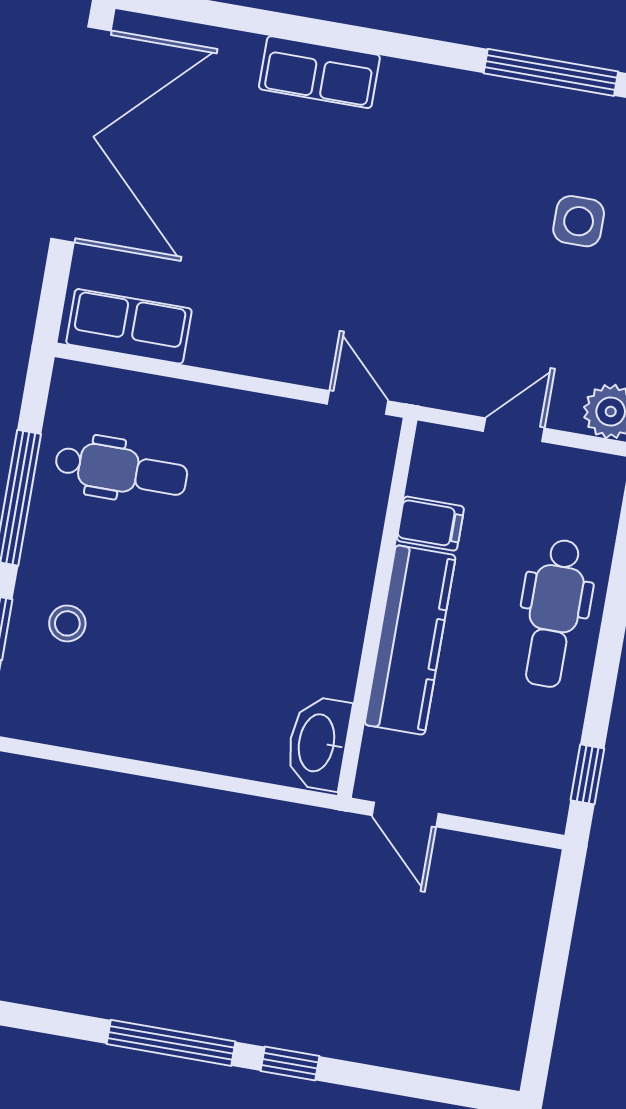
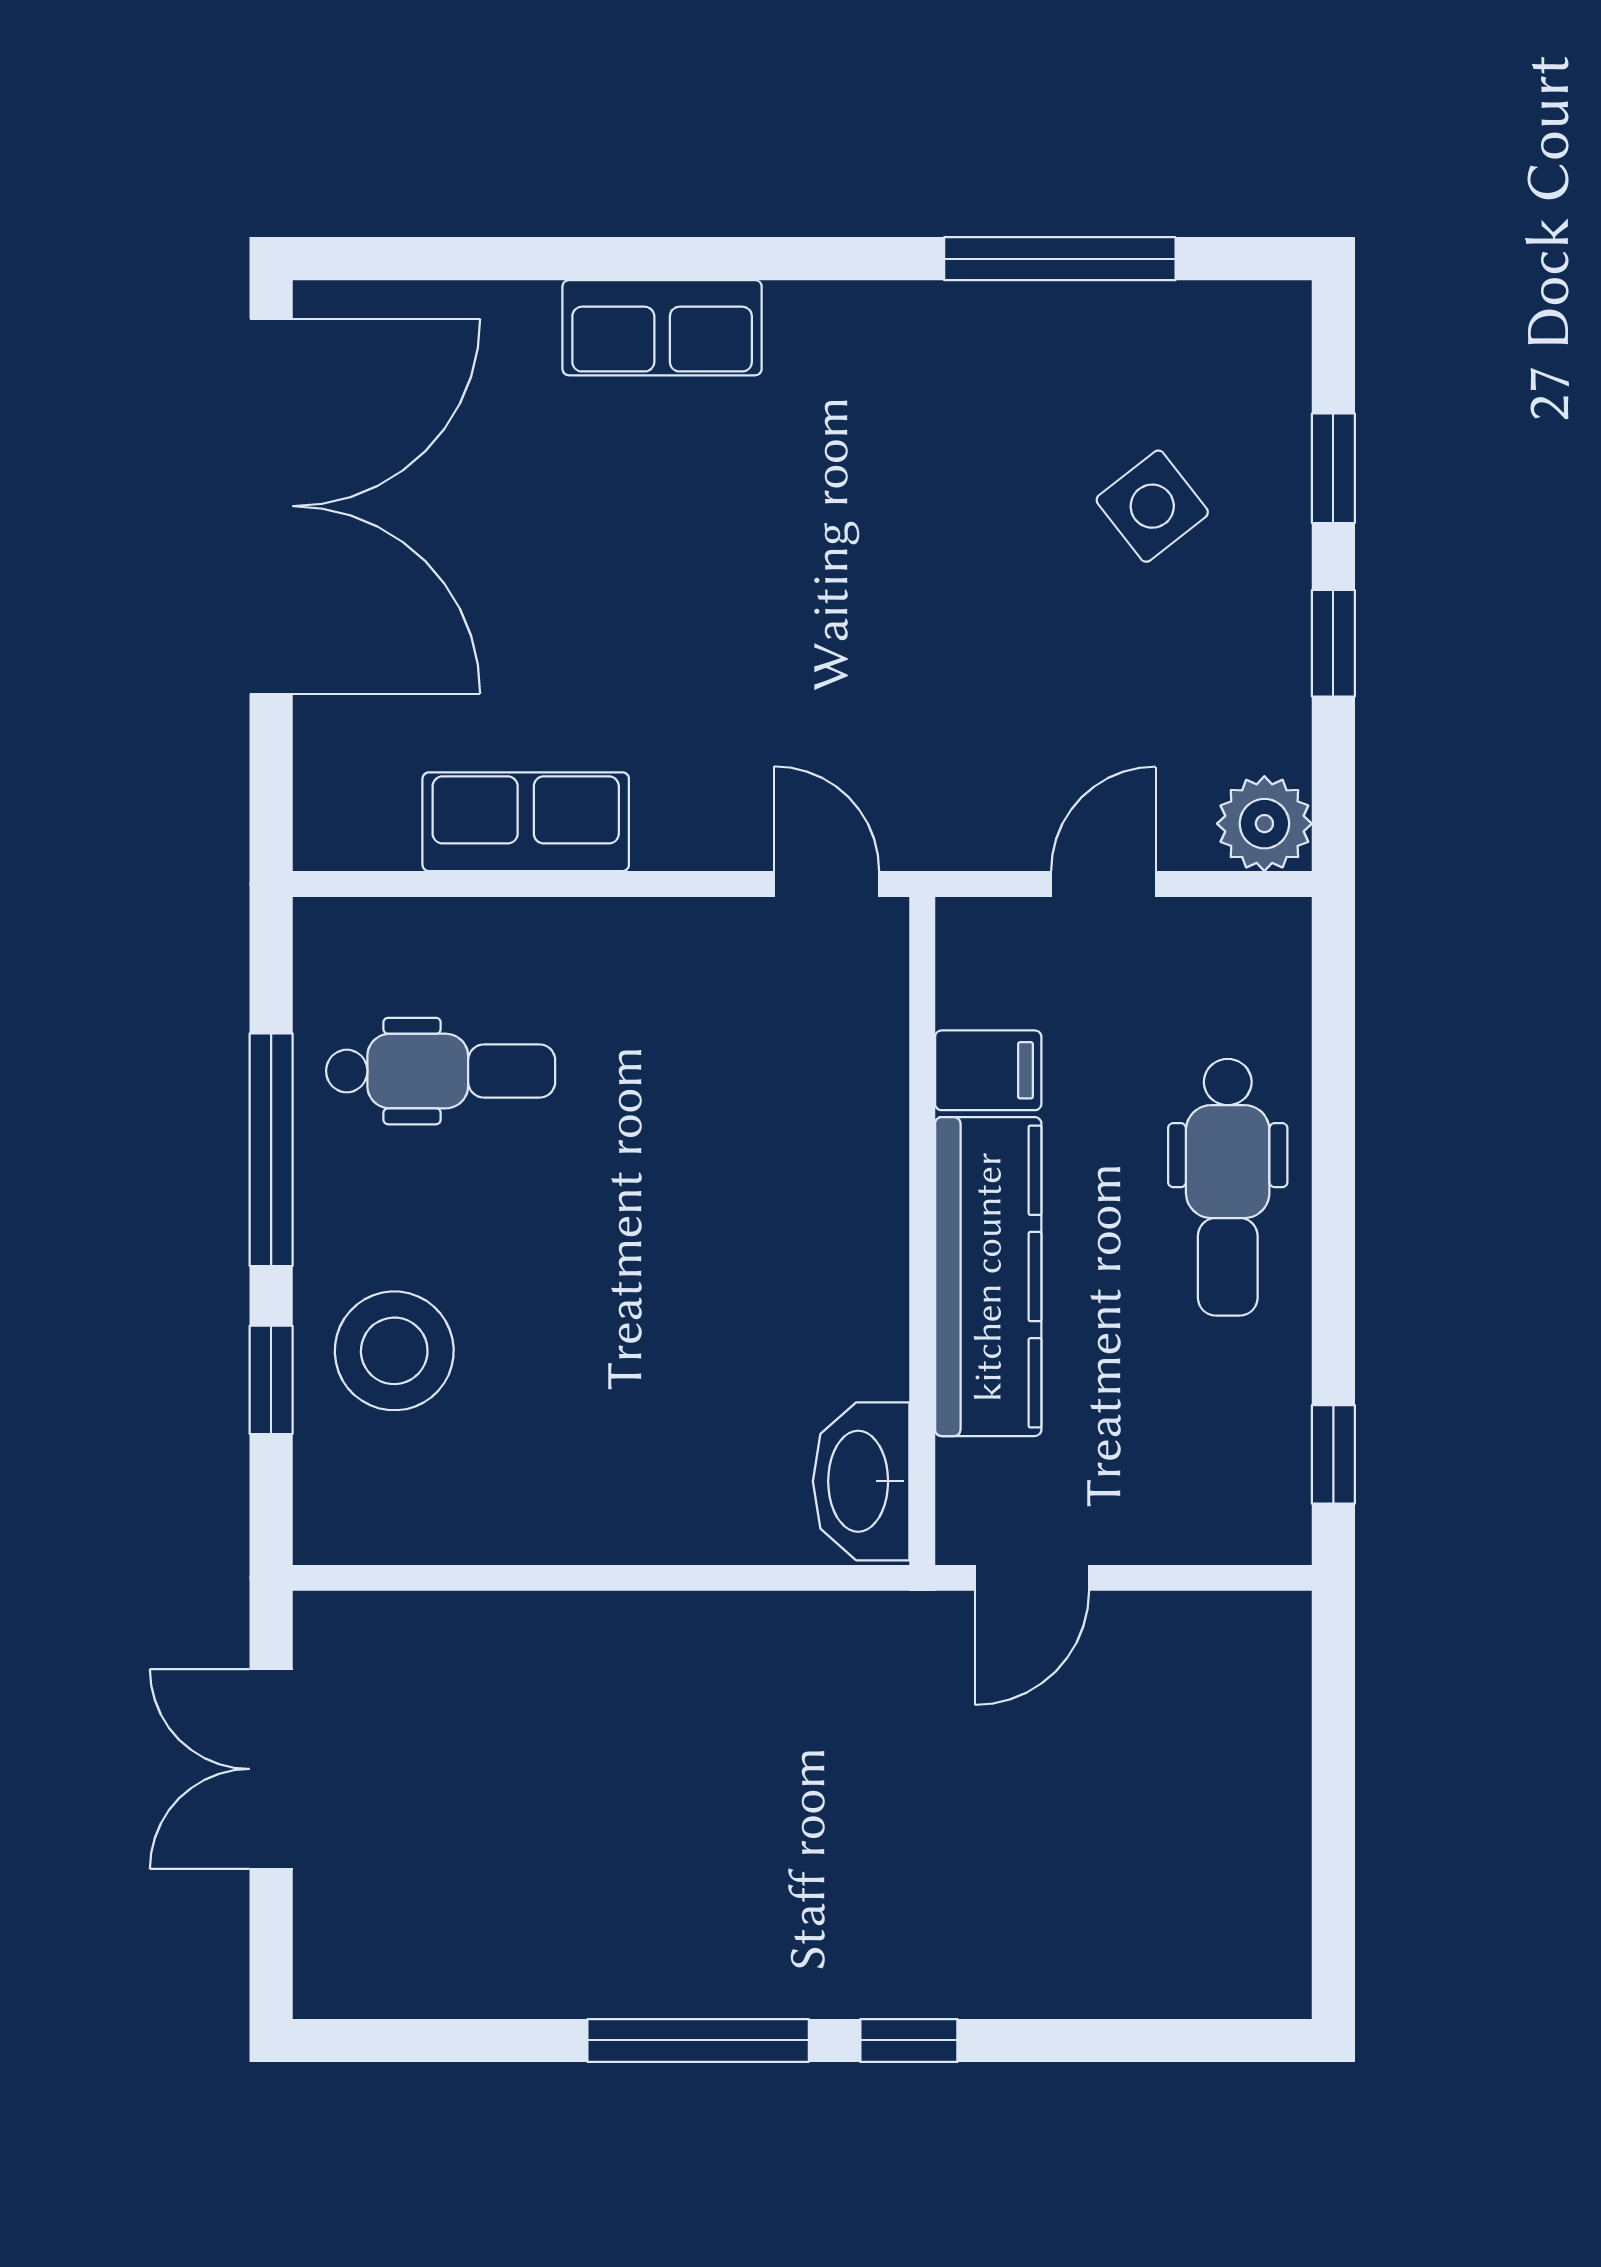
side table: (579, 221) -> (1152, 506), turned -38
row of seats: (129, 326) -> (526, 822), moved
stool: (67, 623) -> (394, 1351), width x1.89, depth x1.89
door: (405, 814) -> (1032, 1578), hinge flipped

